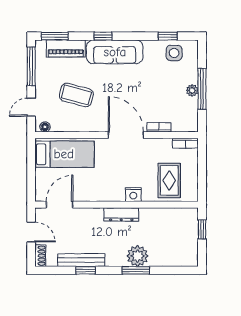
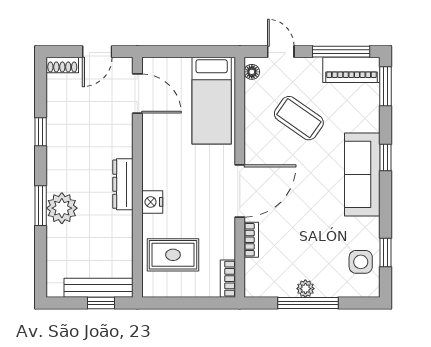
piano: (66, 49) -> (351, 70), moved, turned -90
coffee table: (76, 95) -> (299, 118), turned -70
bench: (81, 260) -> (99, 288), moved, turned 90

